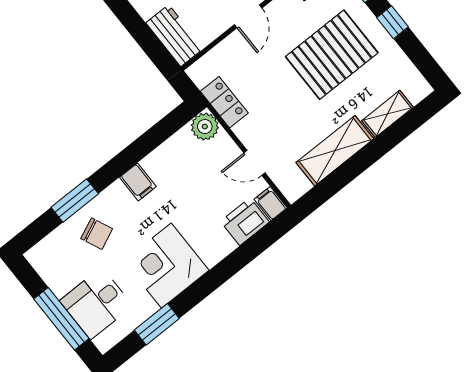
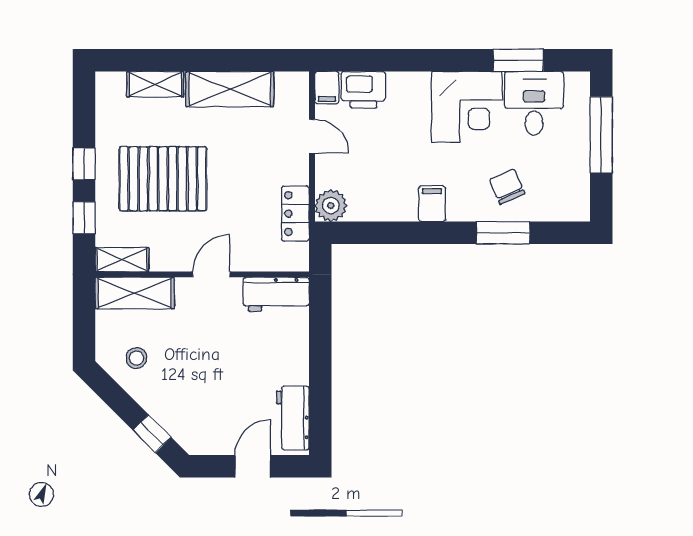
workbench: (175, 36) -> (276, 294), moved, turned -90
desk: (96, 303) -> (534, 103), moved, turned -90

